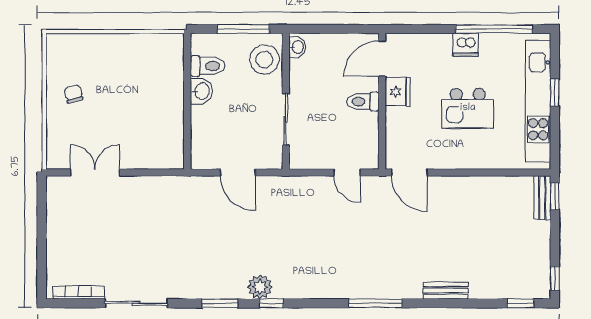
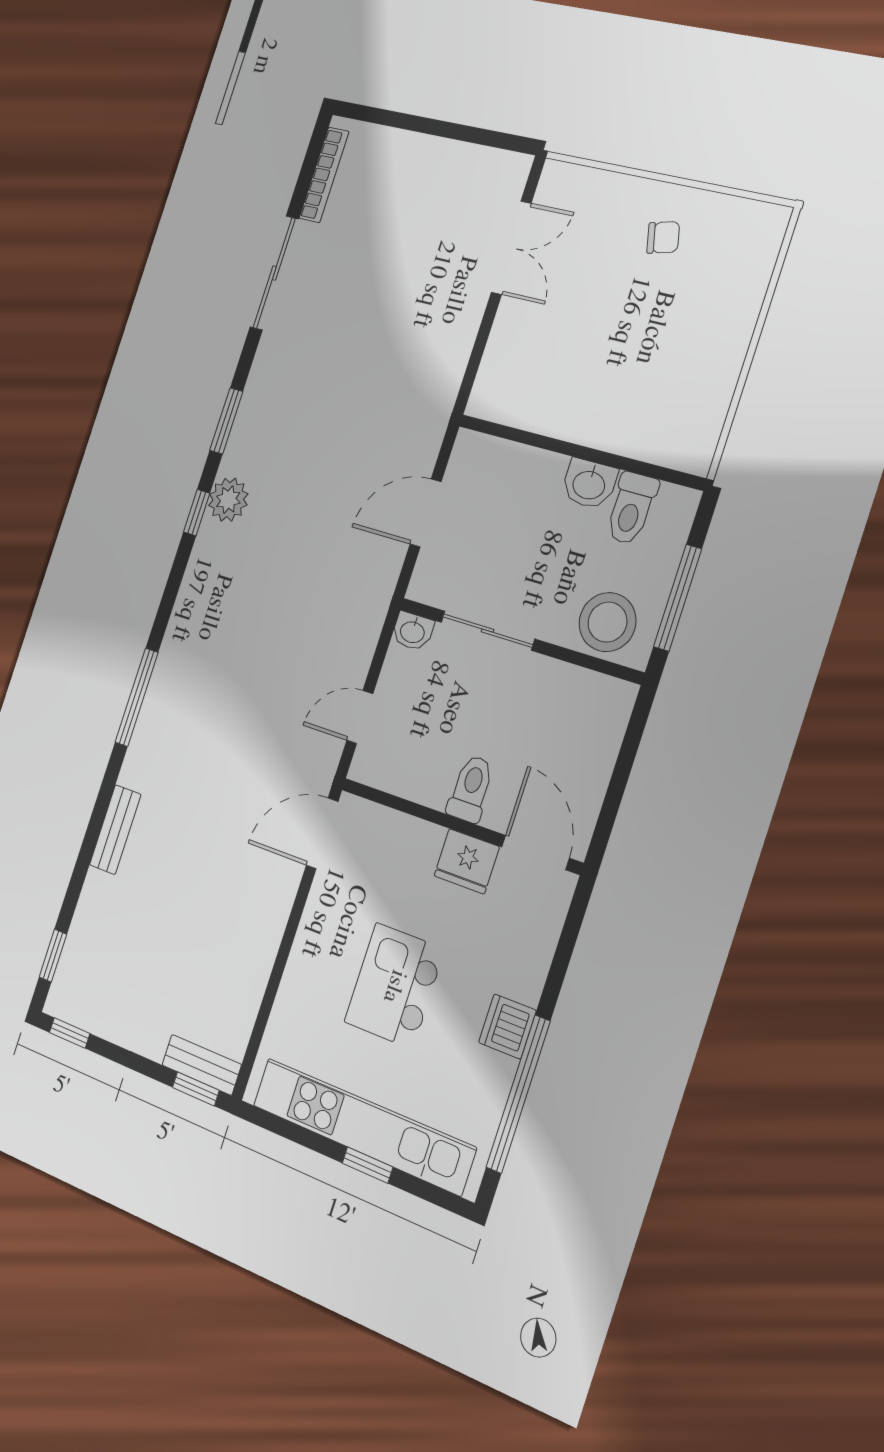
washbasin: (297, 47) -> (413, 631), moved

